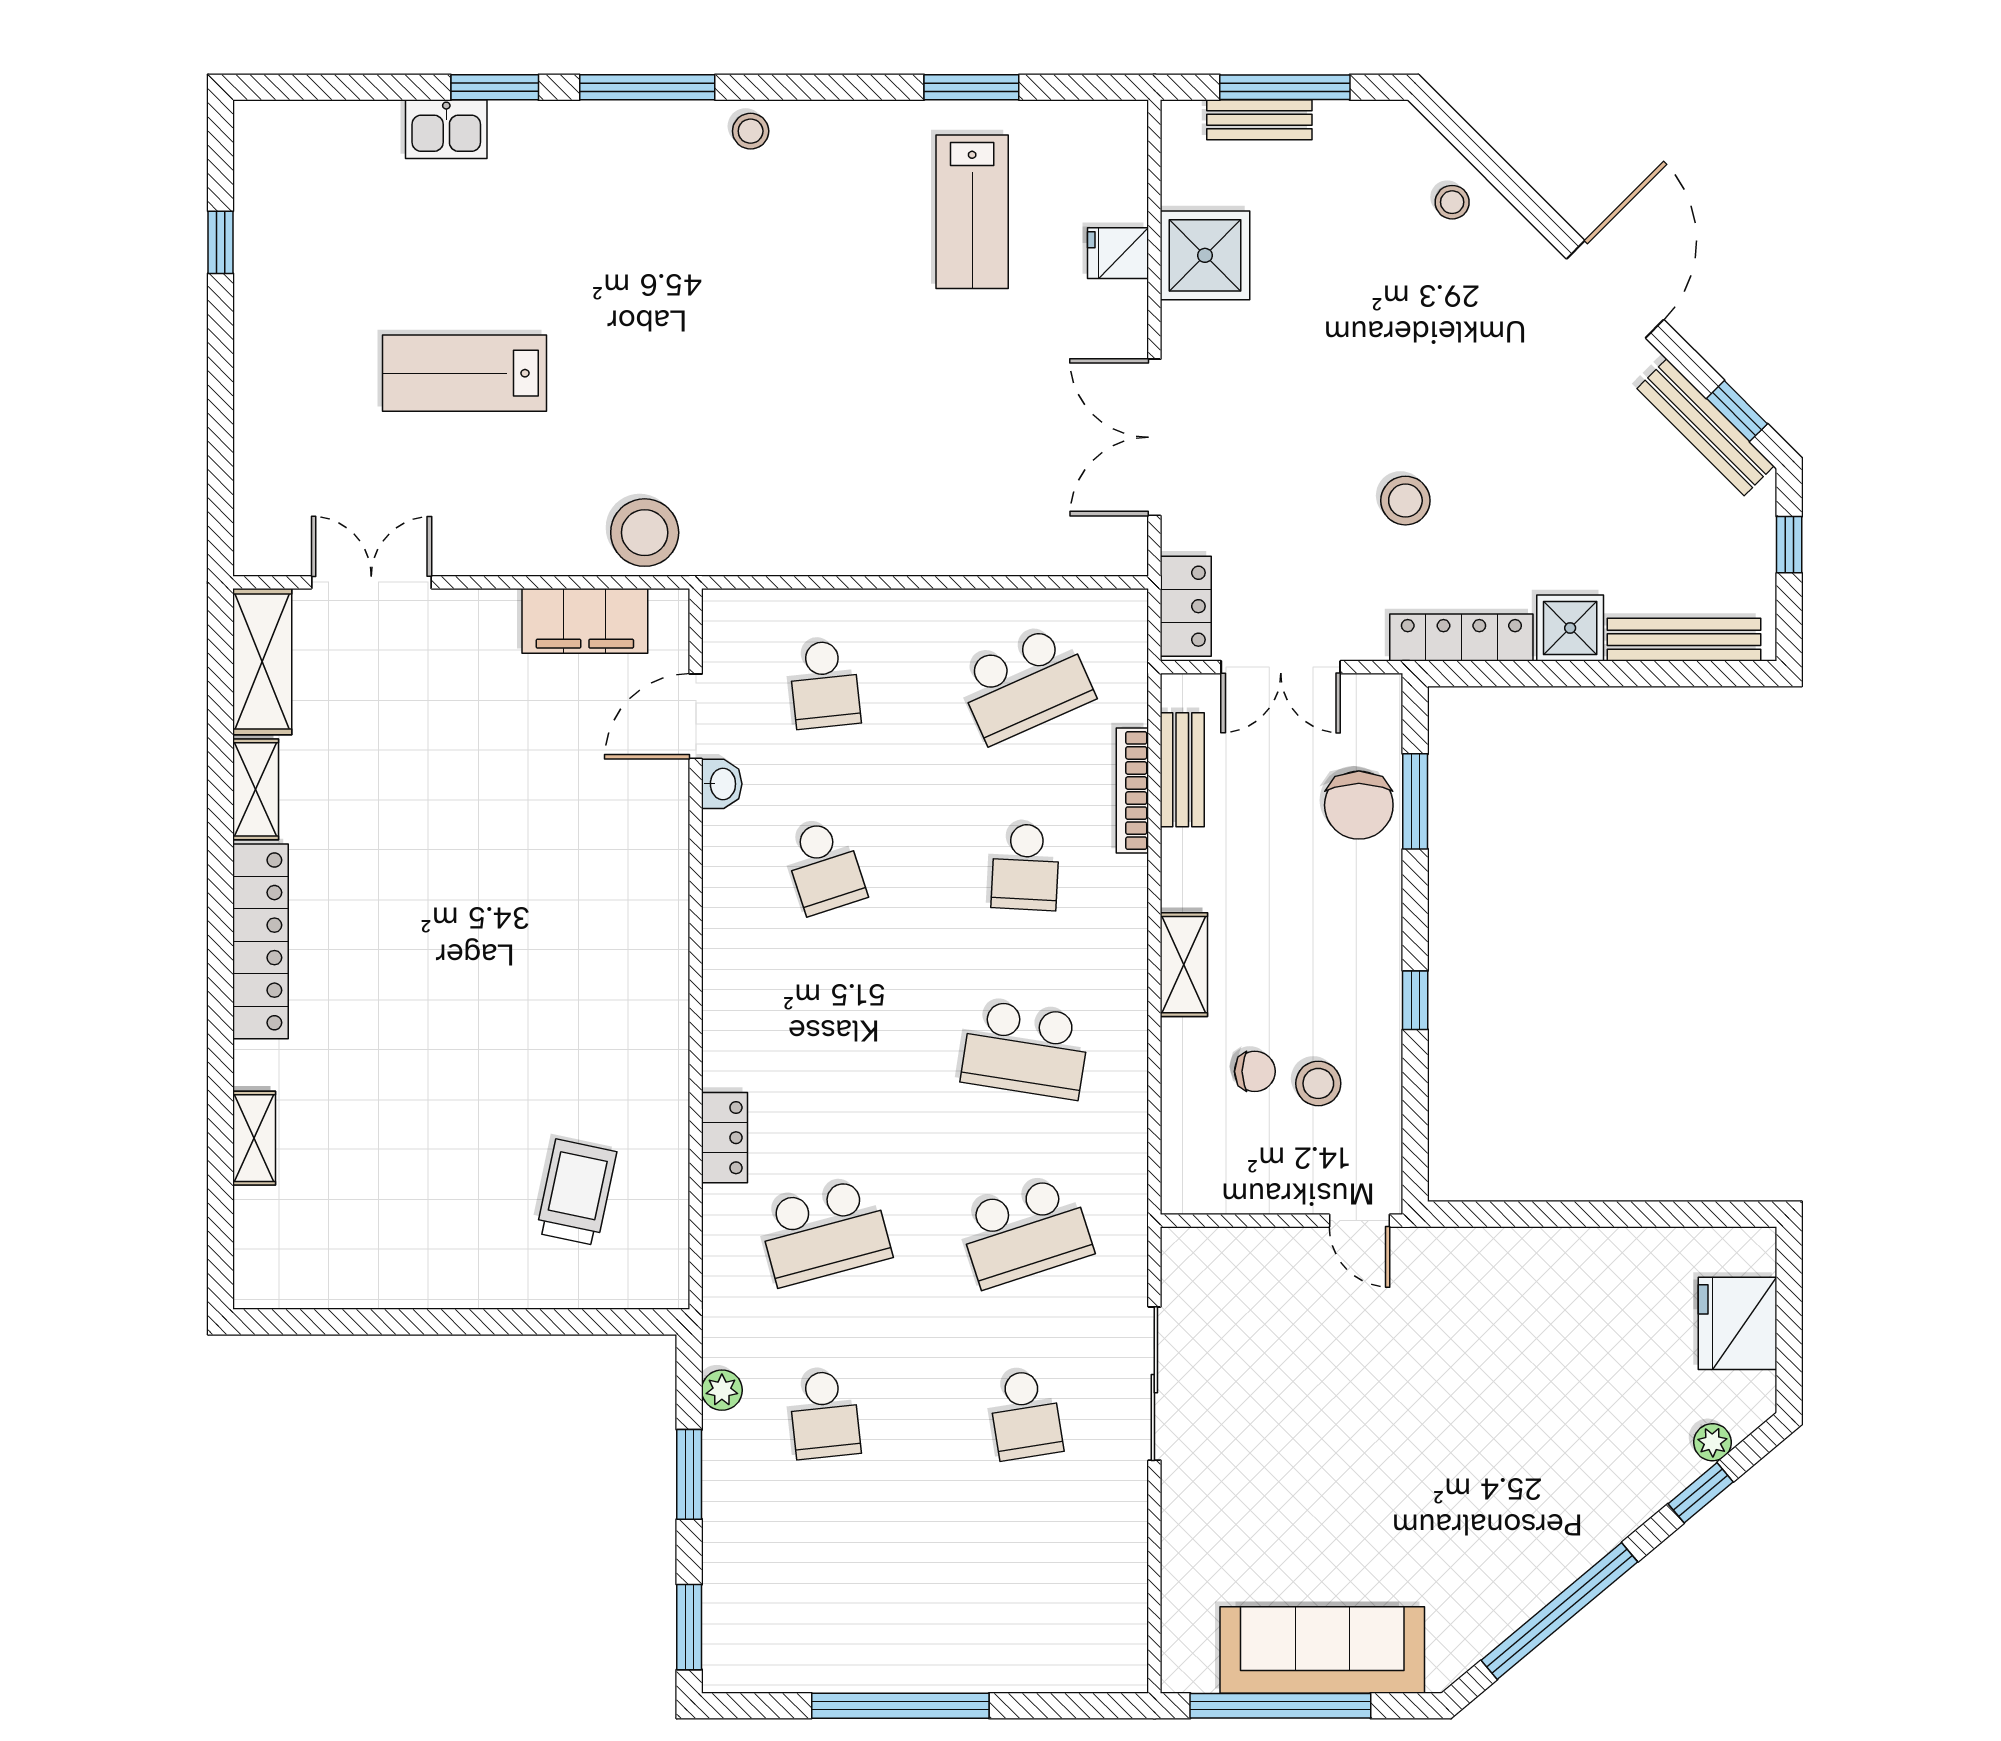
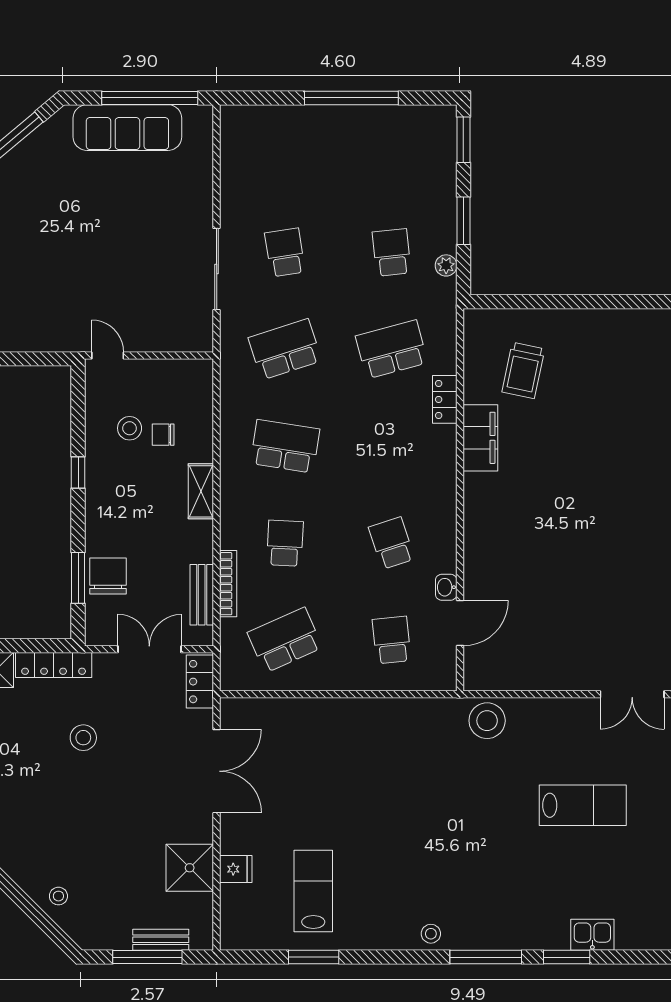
filing cabinet: (585, 621) -> (480, 438), moved, turned 90

